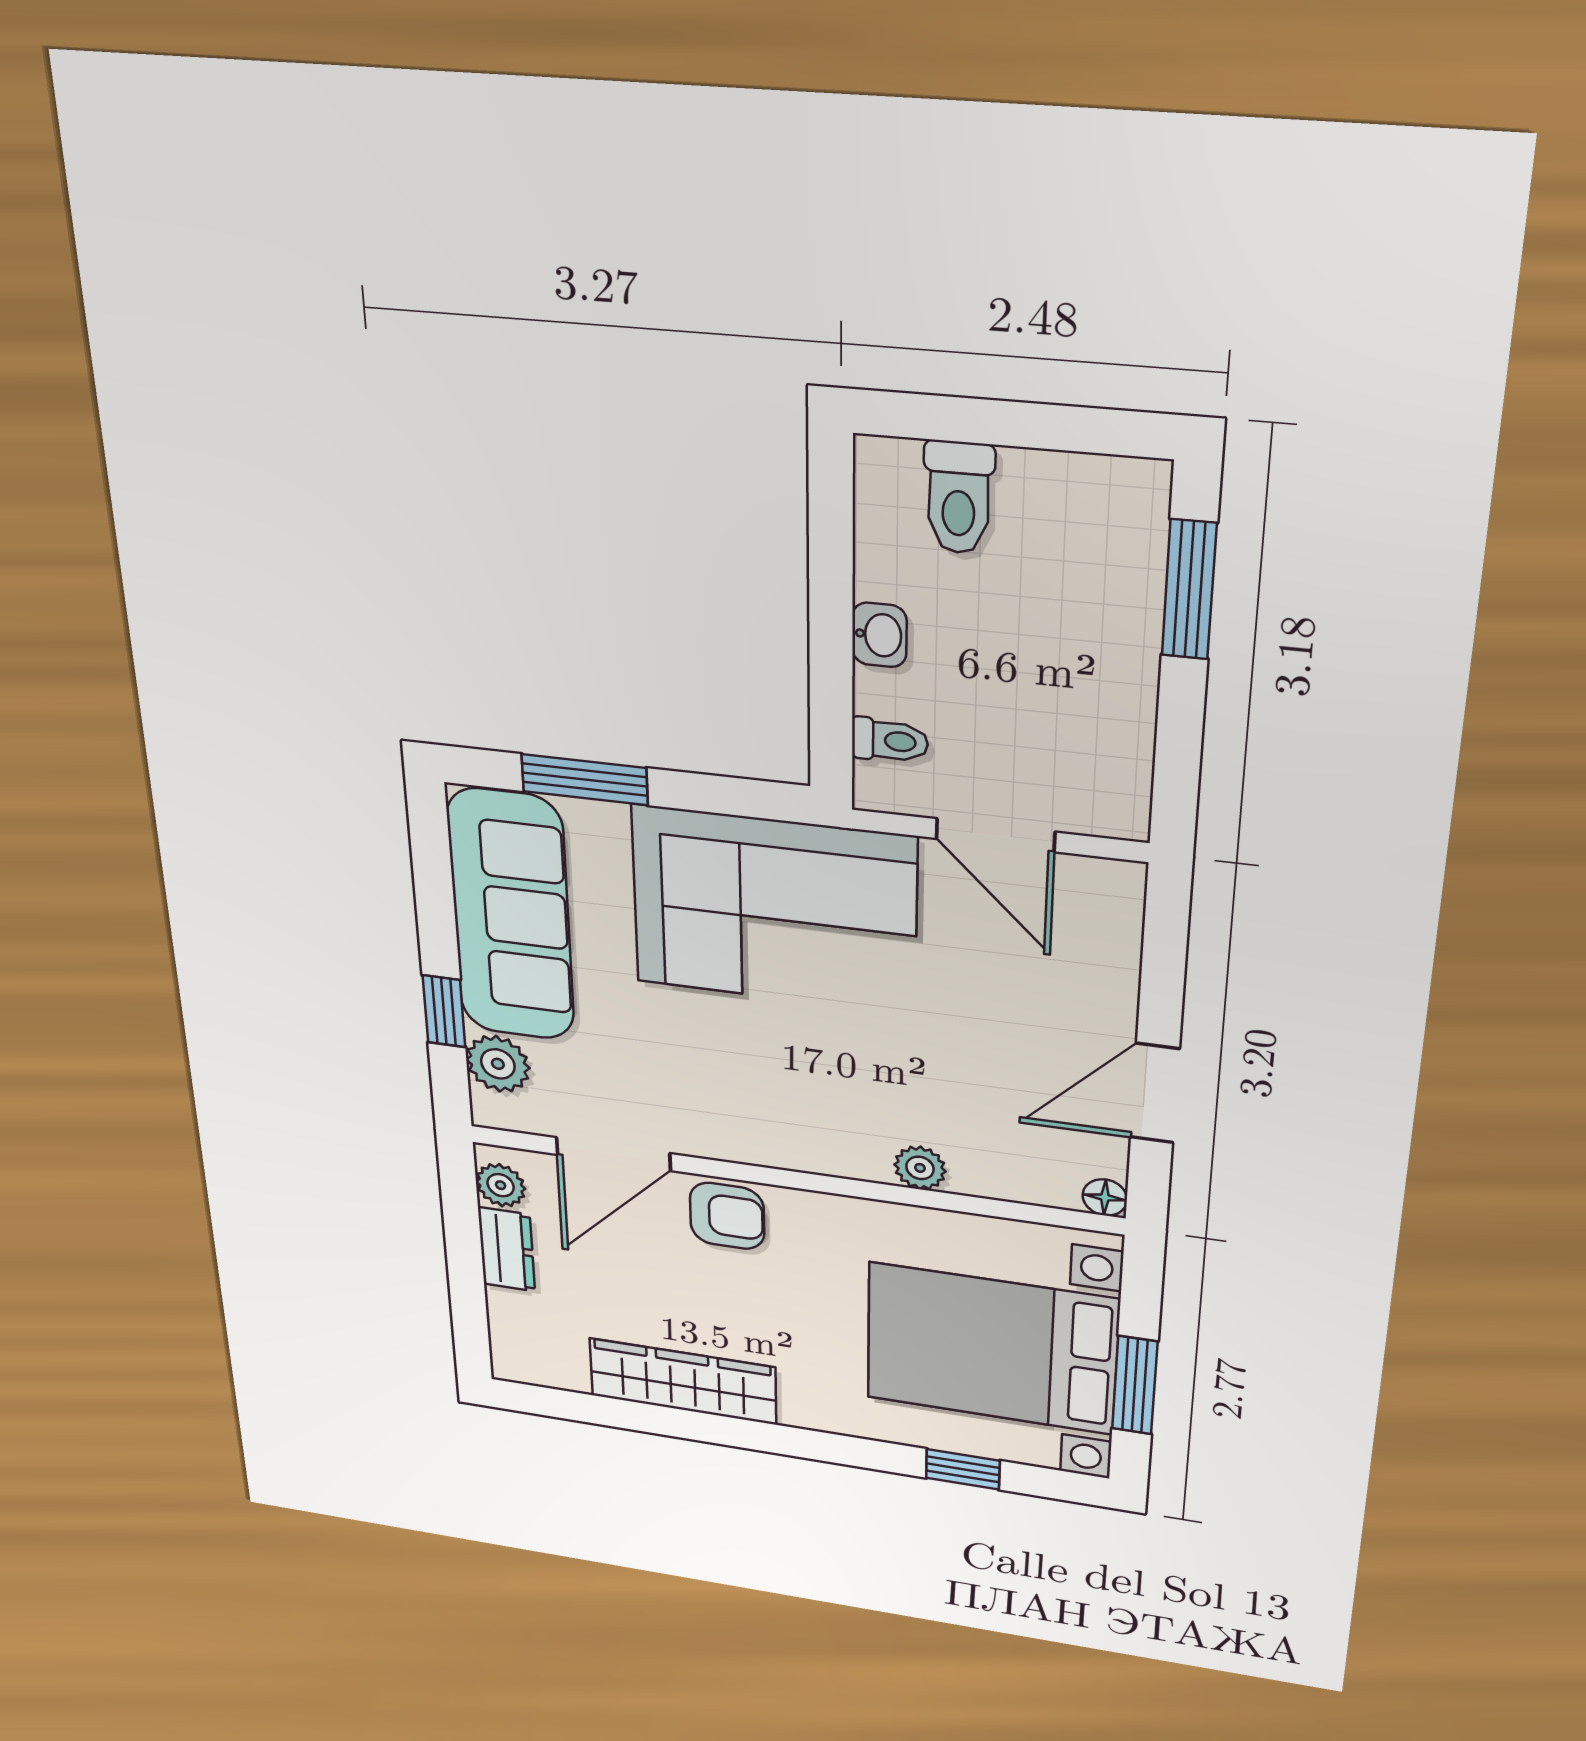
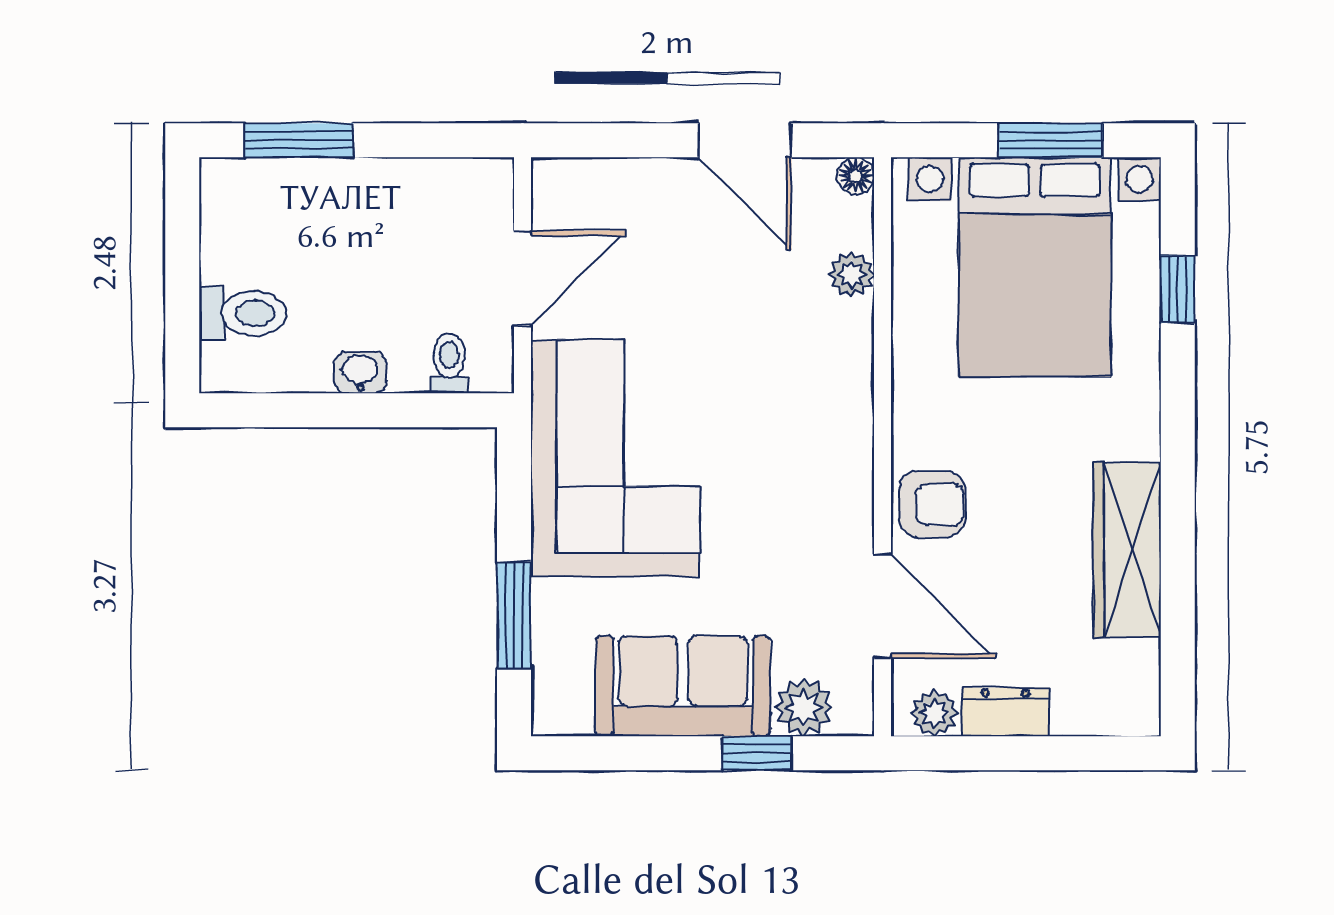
sofa: (511, 916) -> (683, 686), width x0.73
plant: (920, 1168) -> (852, 274), moved
armchair: (727, 1216) -> (932, 504), turned 90

